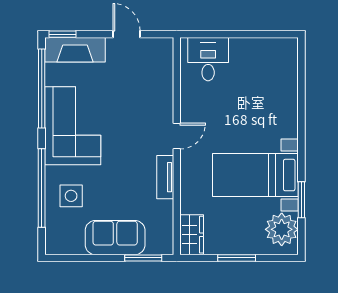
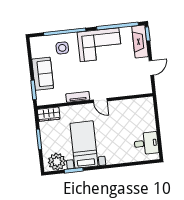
desk: (208, 59) -> (146, 143), moved

